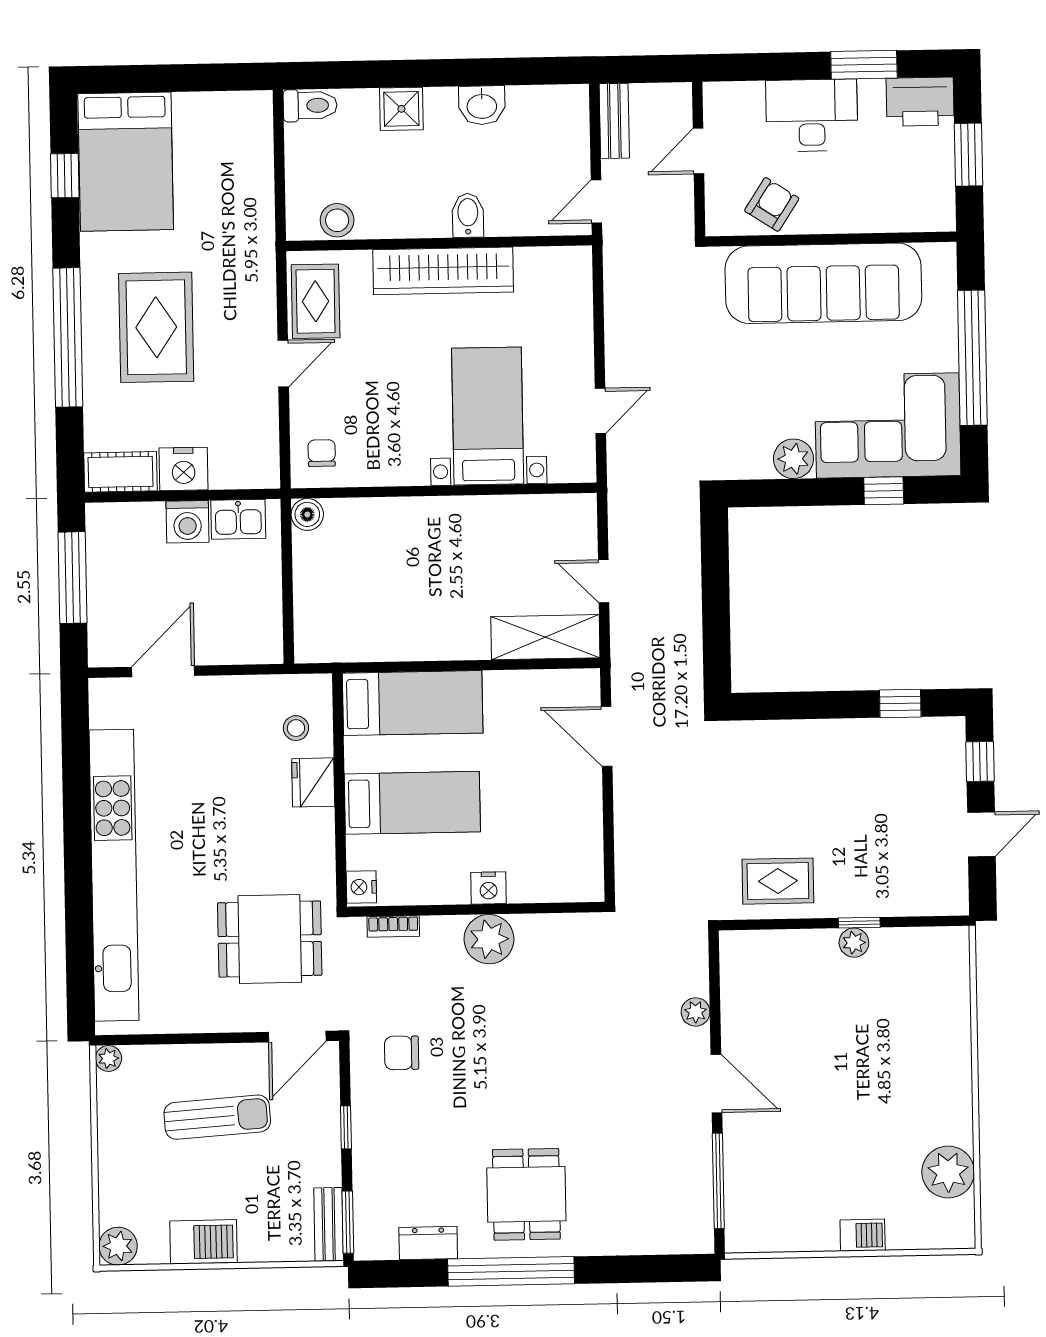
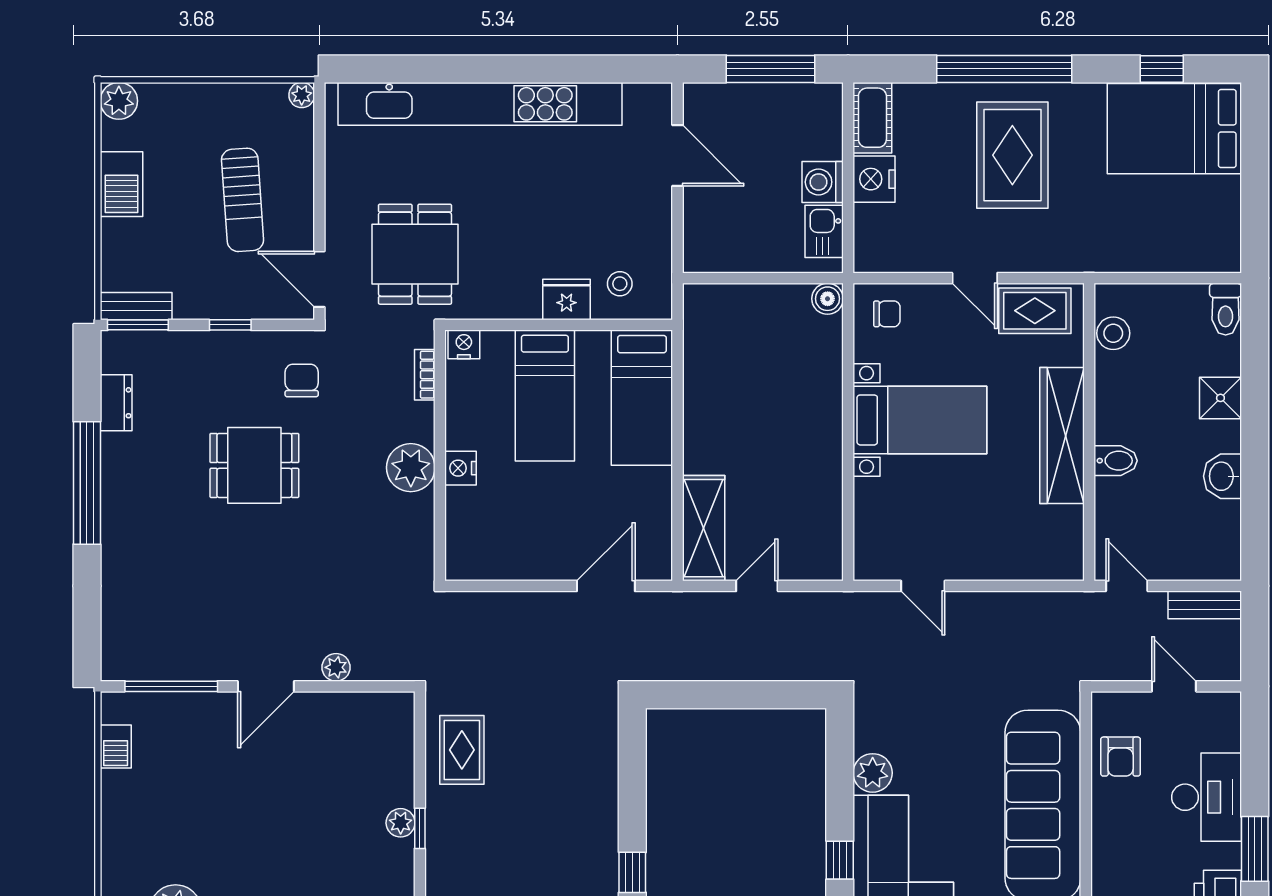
armchair: (772, 204) -> (1121, 757), turned 57
rug: (156, 327) -> (1012, 155), turned 90
bed with nightstands: (488, 416) -> (920, 420), moved
dining table: (526, 1194) -> (254, 465), moved
barbecue: (863, 1235) -> (116, 747), moved

